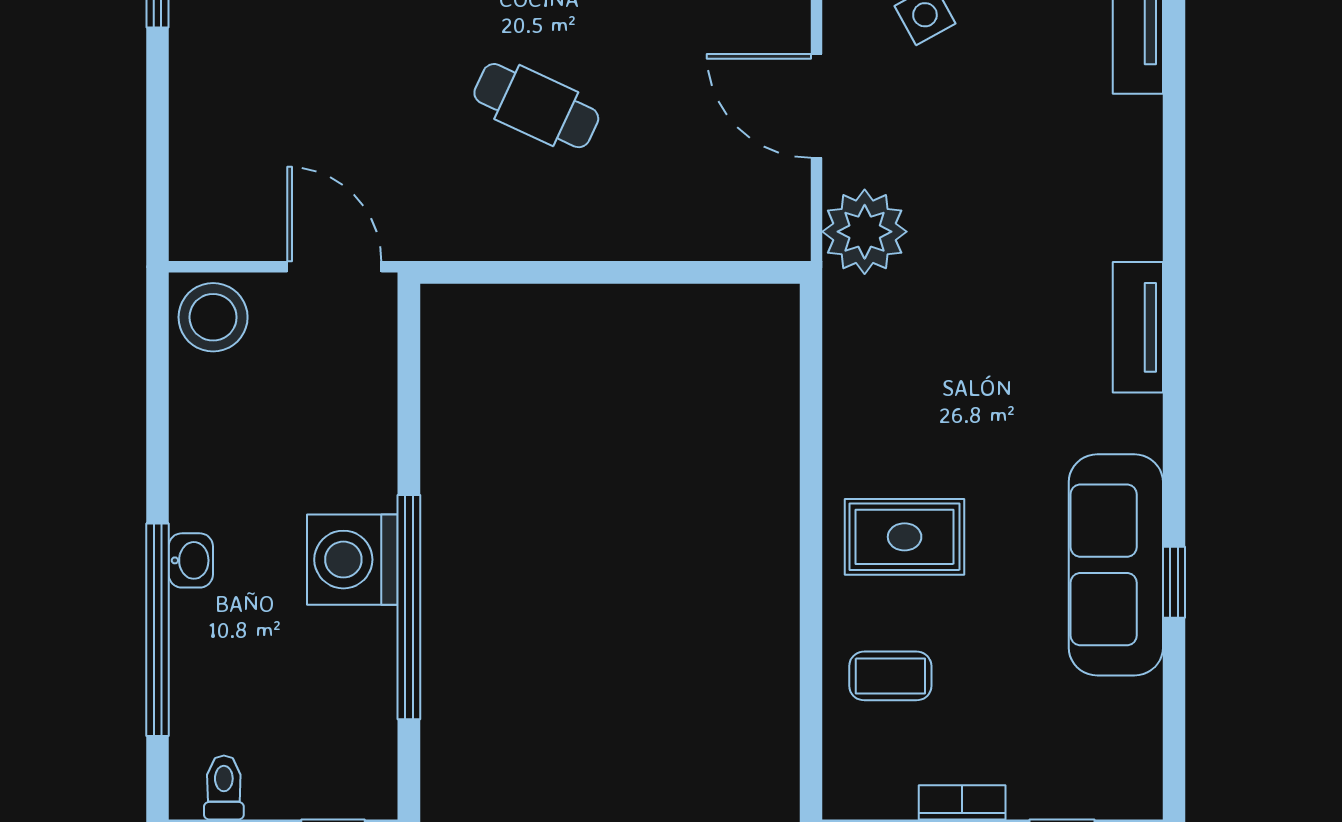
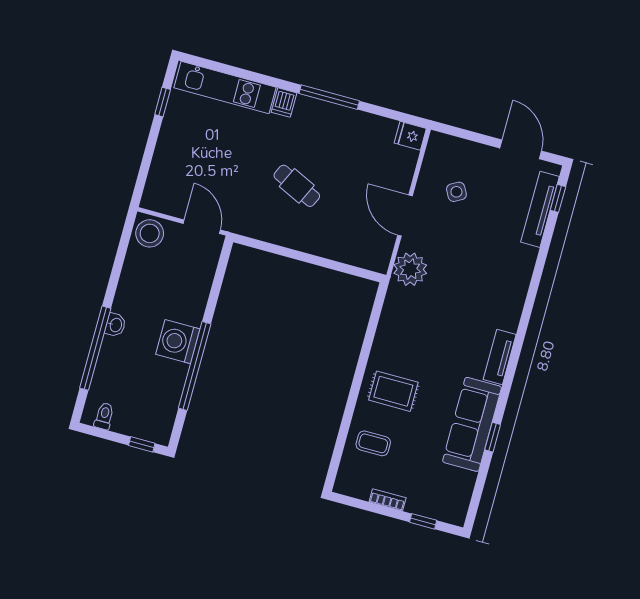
tv unit: (1138, 327) -> (500, 357), moved

